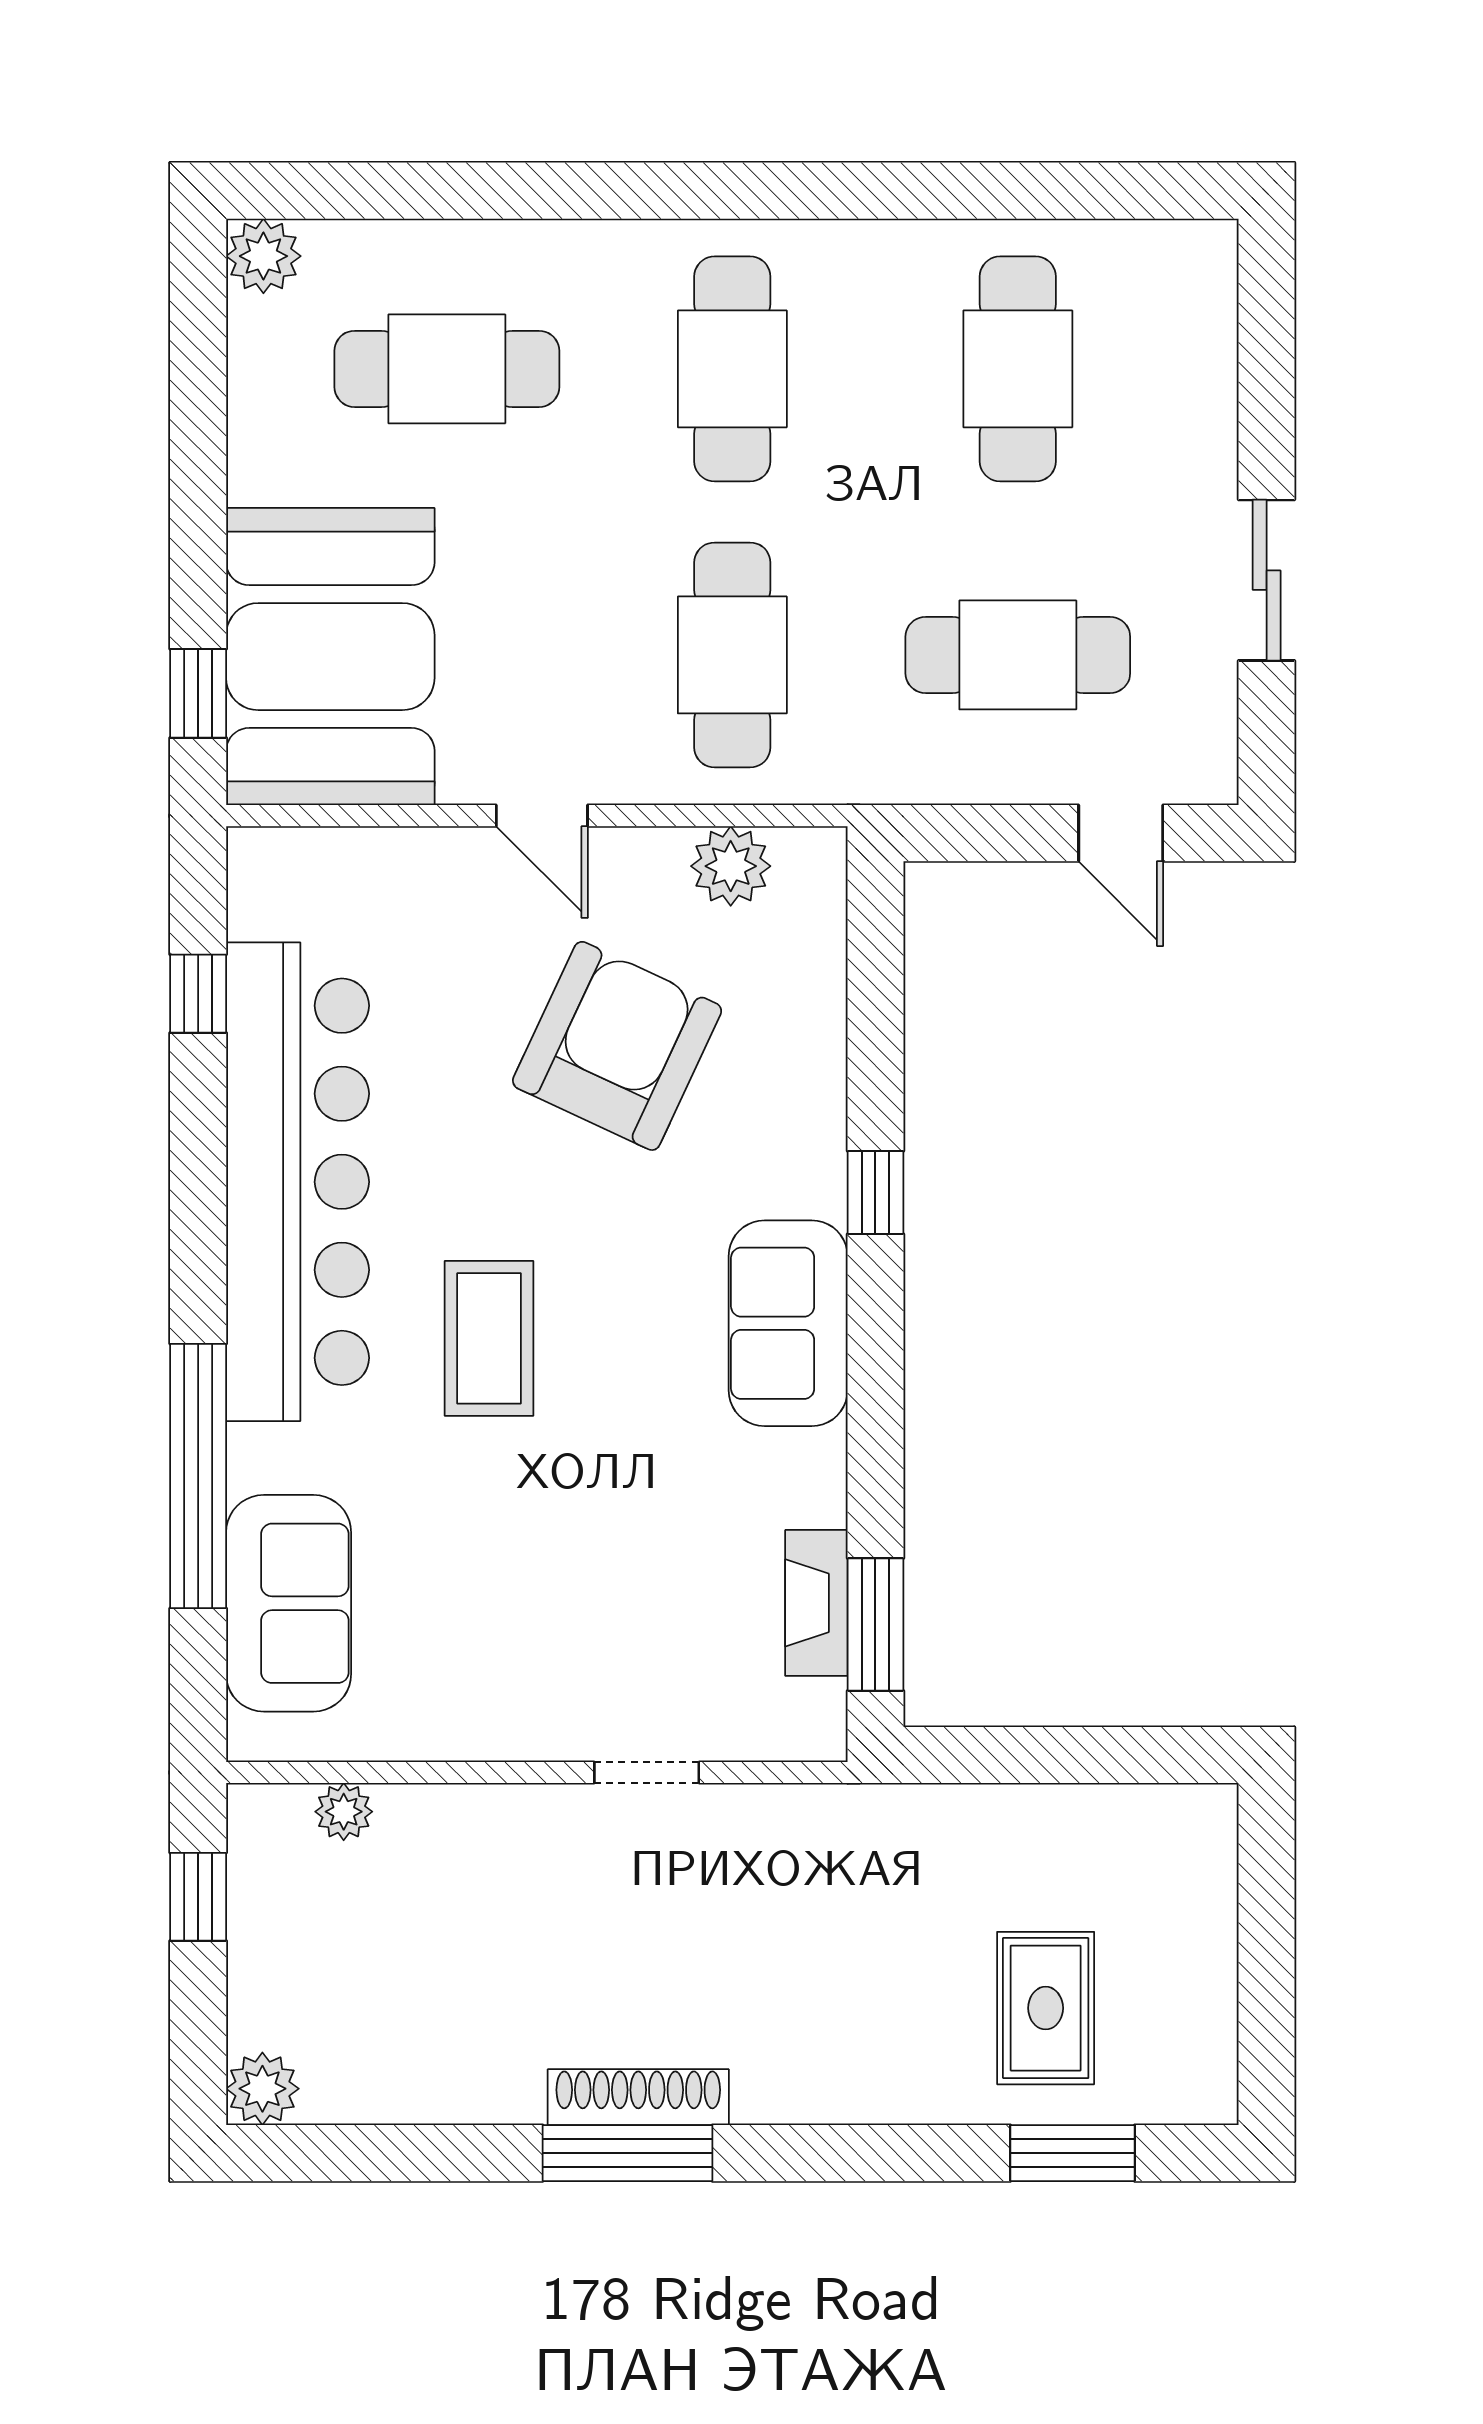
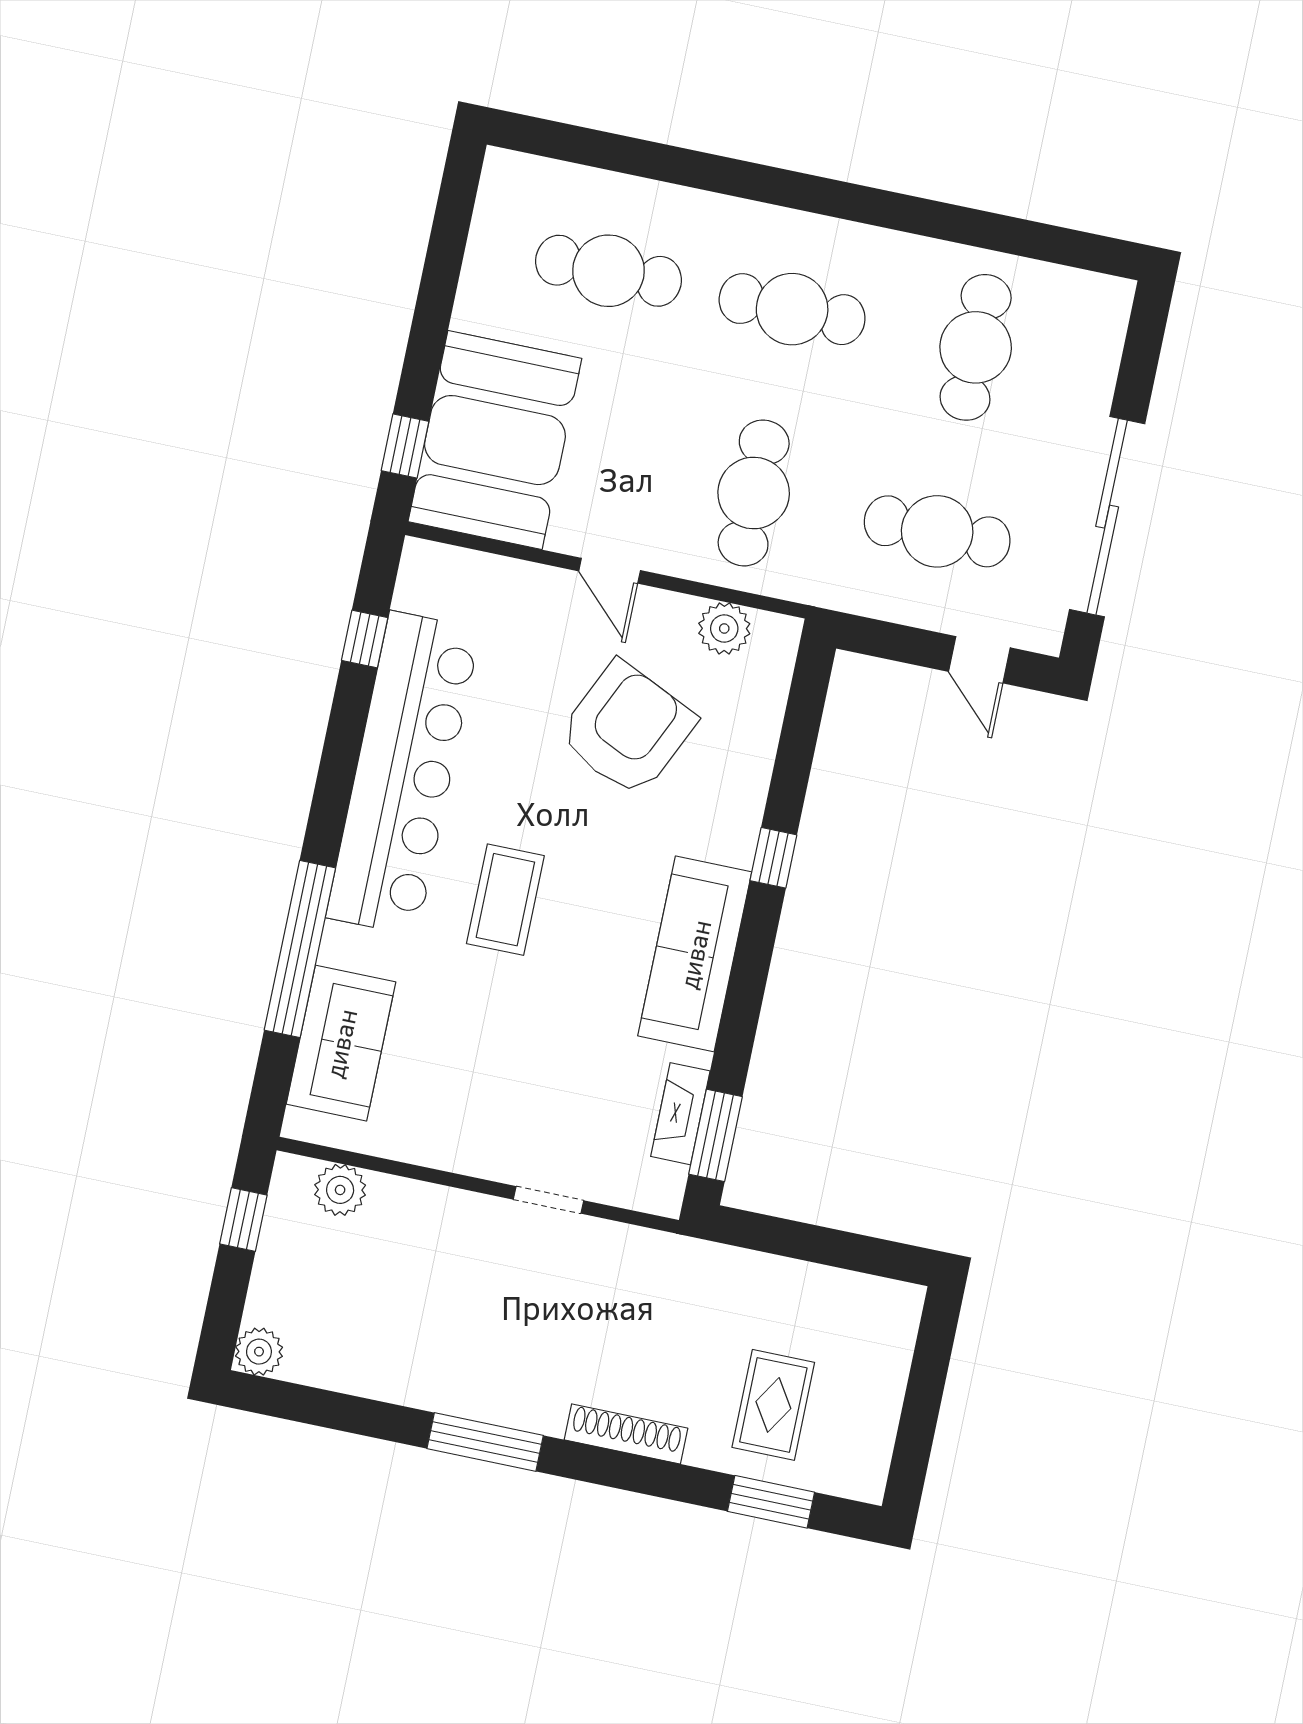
plant: (263, 256) -> (506, 174), removed
cafe table: (732, 369) -> (792, 309), turned 90
sliding door: (1267, 580) -> (1107, 517), width x1.86
sofa: (788, 1323) -> (695, 954), width x1.36
plant: (344, 1812) -> (340, 1190), width x1.38, depth x1.38
shoe rack: (638, 2097) -> (626, 1434), moved

